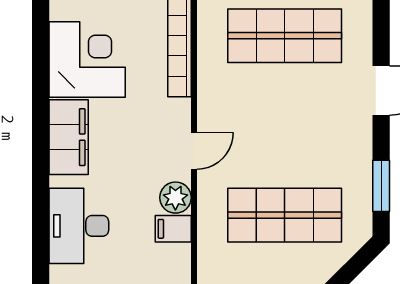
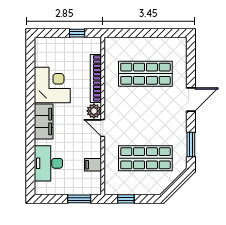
door: (194, 151) -> (103, 128), swing flipped
plant: (175, 198) -> (94, 111), moved

